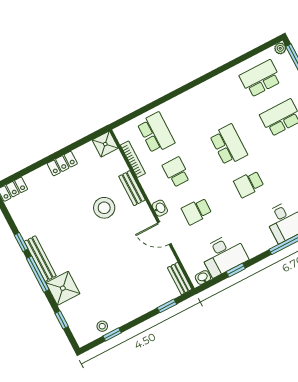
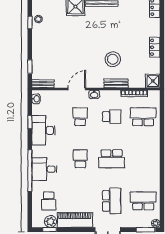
school desk: (260, 79) -> (143, 201), turned -90
school desk: (156, 133) -> (143, 117), turned 180
desk: (224, 255) -> (44, 130), moved

